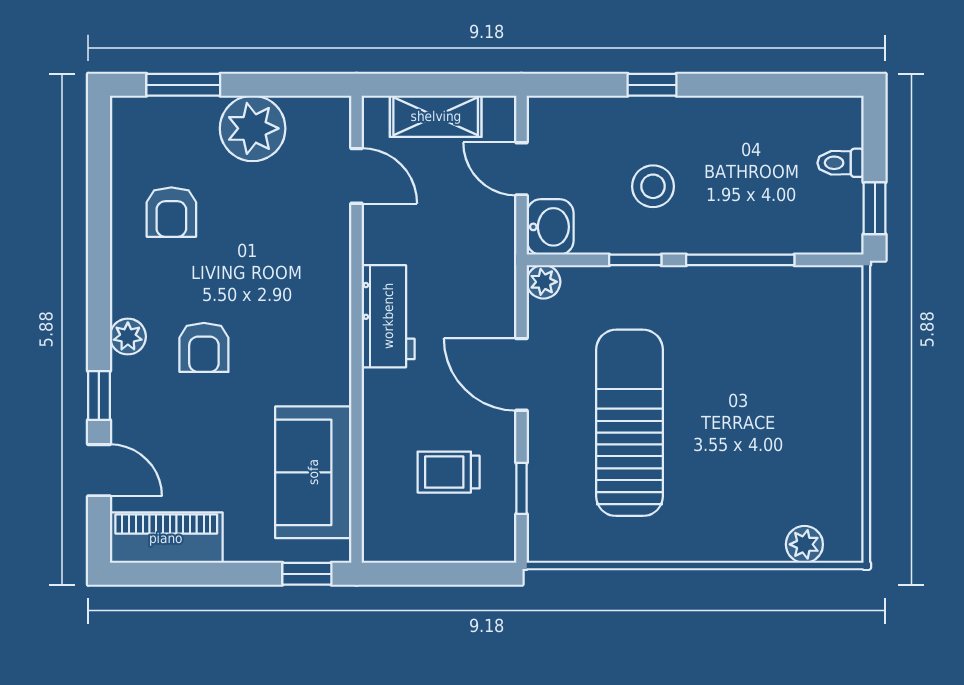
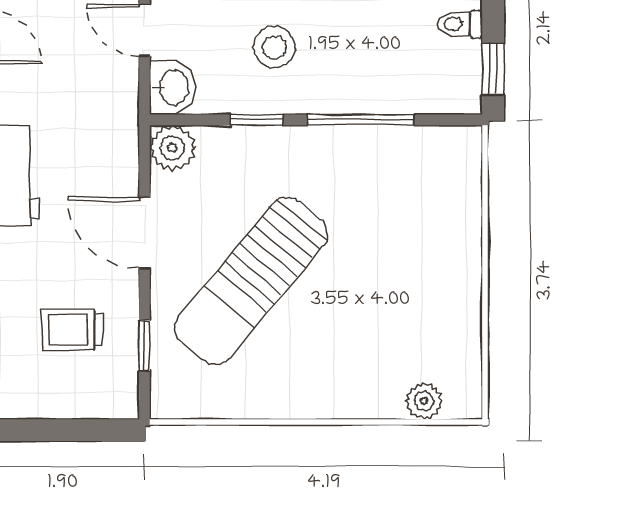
plant: (544, 282) -> (172, 148), width x1.38, depth x1.38
sun lounger: (629, 423) -> (251, 281), turned -140

